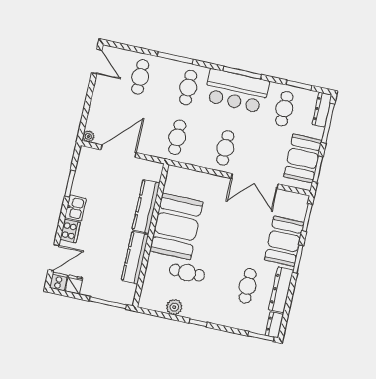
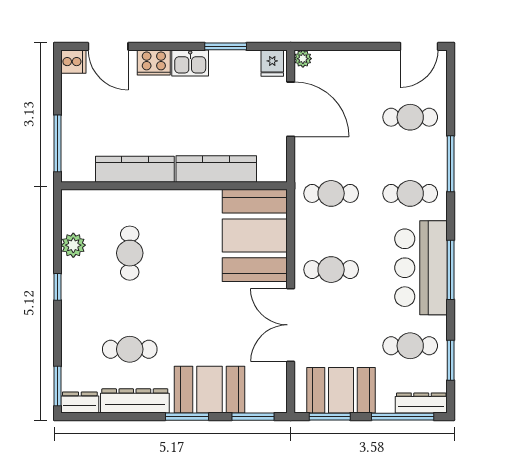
booth: (176, 226) -> (255, 235), moved, turned 90
fridge: (74, 284) -> (272, 63), moved, turned 90

